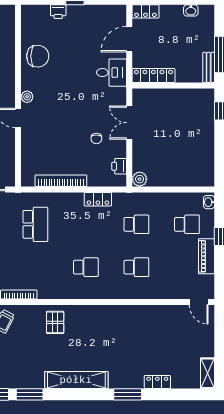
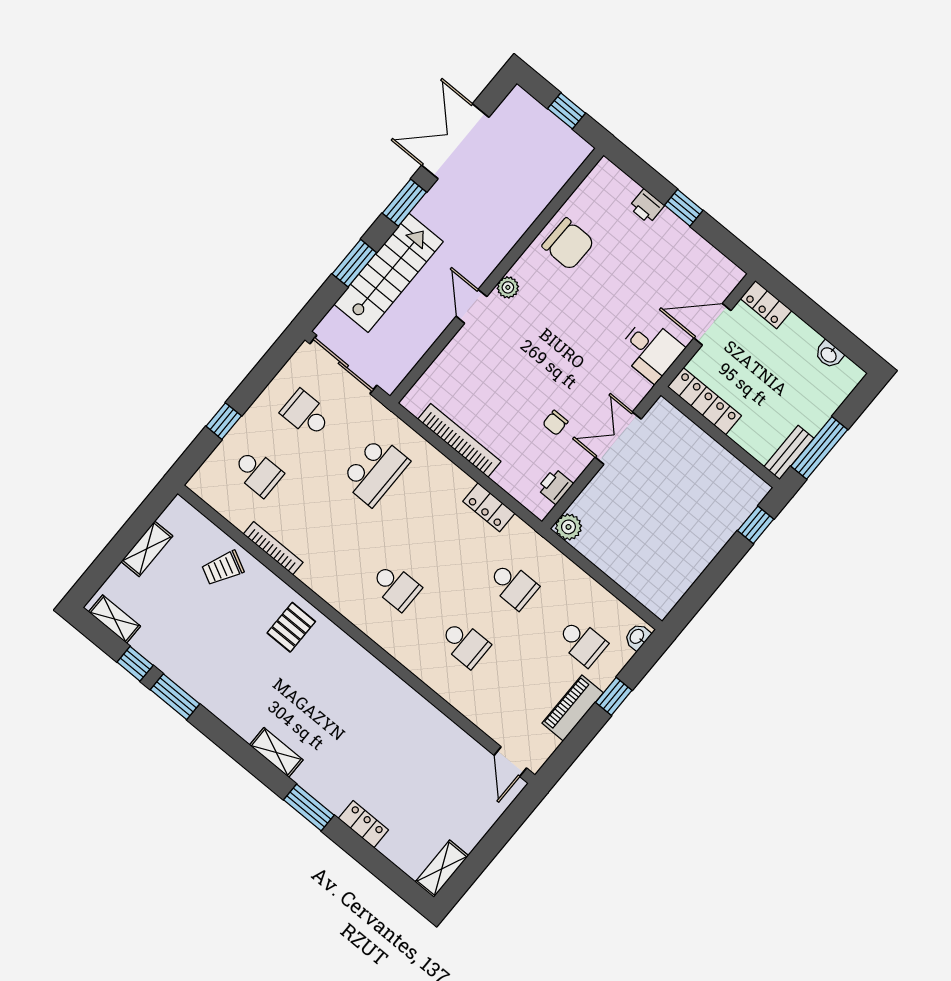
shelving: (76, 380) -> (276, 752), width x0.45, depth x0.75

